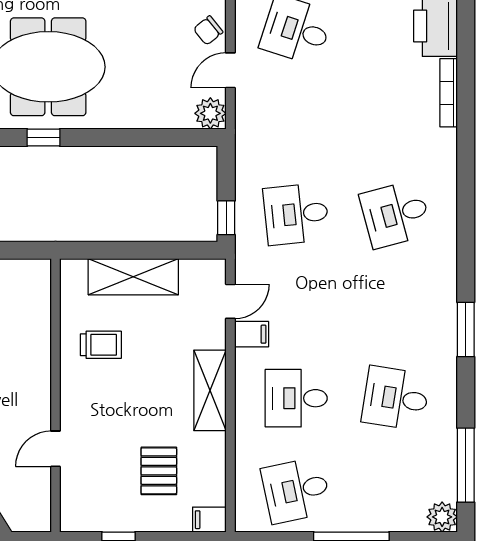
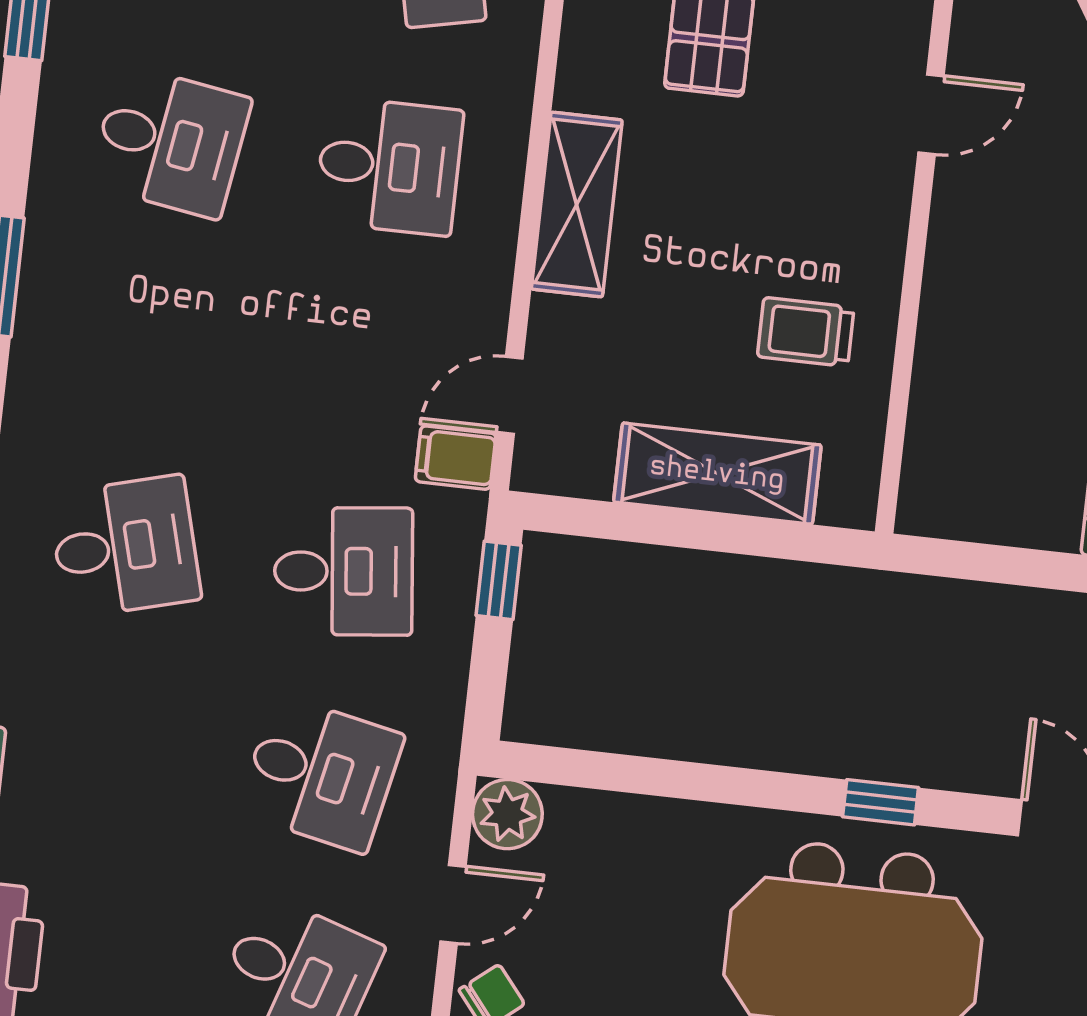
desk: (296, 122) -> (321, 774), added
filing cabinet: (252, 334) -> (456, 458), moved

